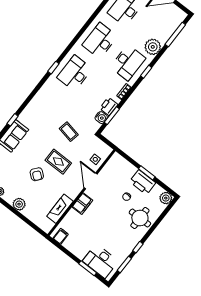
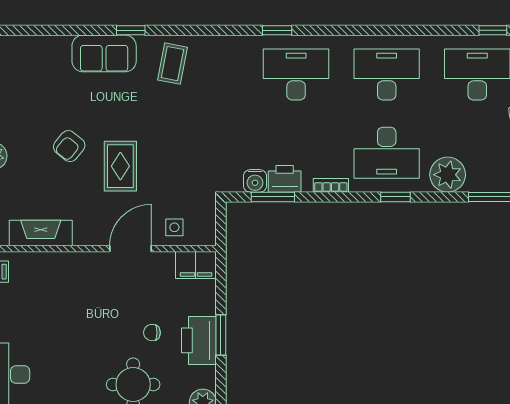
coffee table: (69, 132) -> (172, 64), moved
filing cabinet: (82, 204) -> (196, 265), moved

